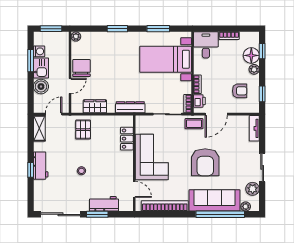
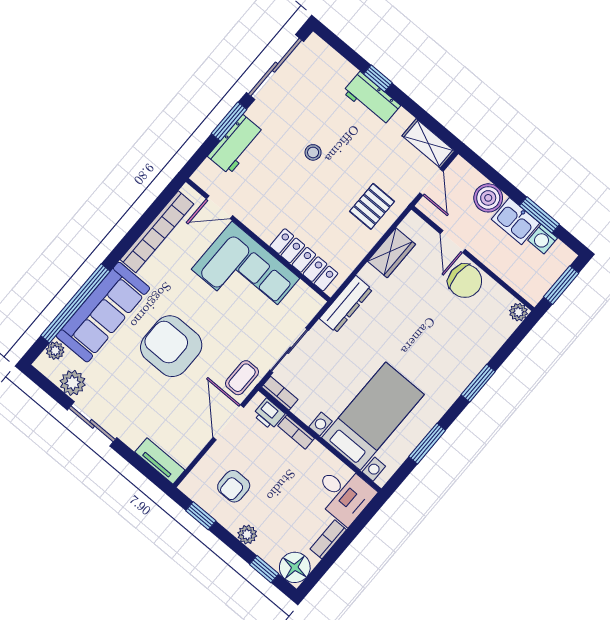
floor lamp: (251, 55) -> (295, 567), moved
pallet: (83, 130) -> (372, 206), turned 90
locker: (127, 139) -> (304, 260), width x1.53

